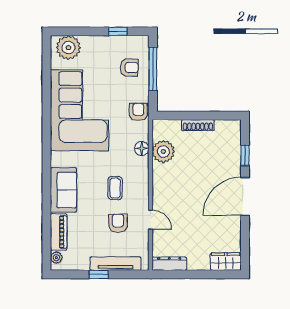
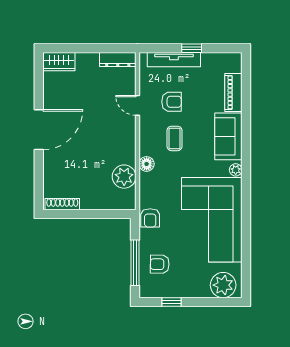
shoe rack: (198, 125) -> (62, 204), moved
floor lamp: (142, 149) -> (147, 164), moved
window: (245, 155) -> (39, 173), removed
armchair: (118, 223) -> (171, 102), turned -90
plant: (56, 258) -> (236, 170), moved

